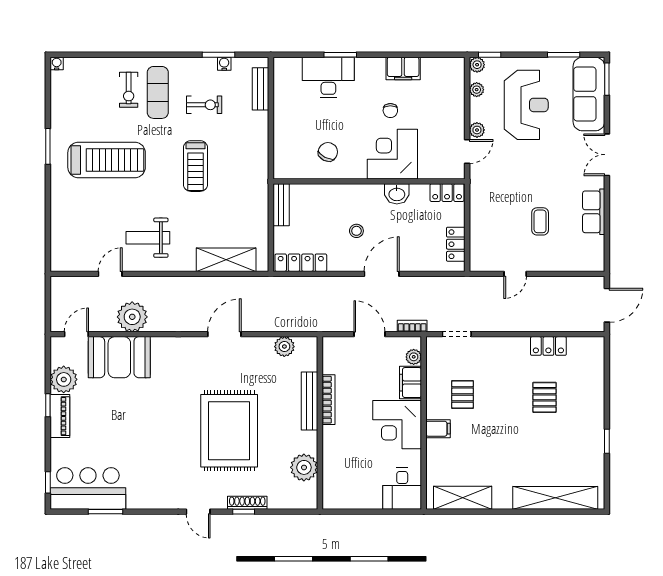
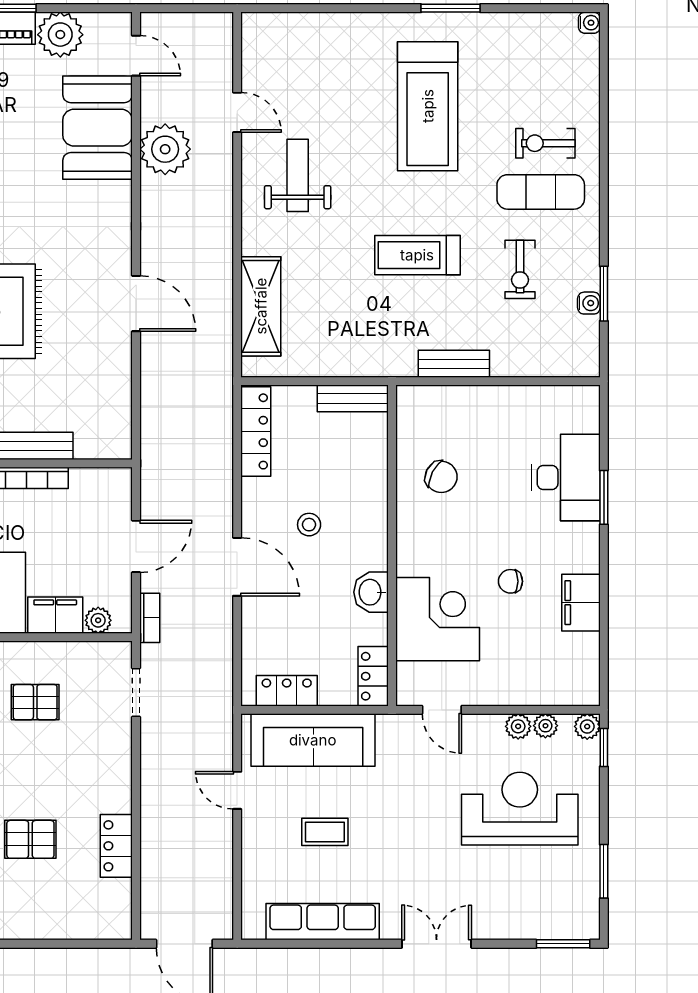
bench: (260, 89) -> (454, 364), moved
sofa: (589, 94) -> (313, 740), moved, turned 180
reception desk: (526, 105) -> (520, 809), turned 180
plant: (477, 130) -> (518, 726), moved
corner desk: (392, 154) -> (438, 619), moved
row of seats: (594, 212) -> (323, 922), width x1.48
plant: (284, 347) -> (115, 404), removed

